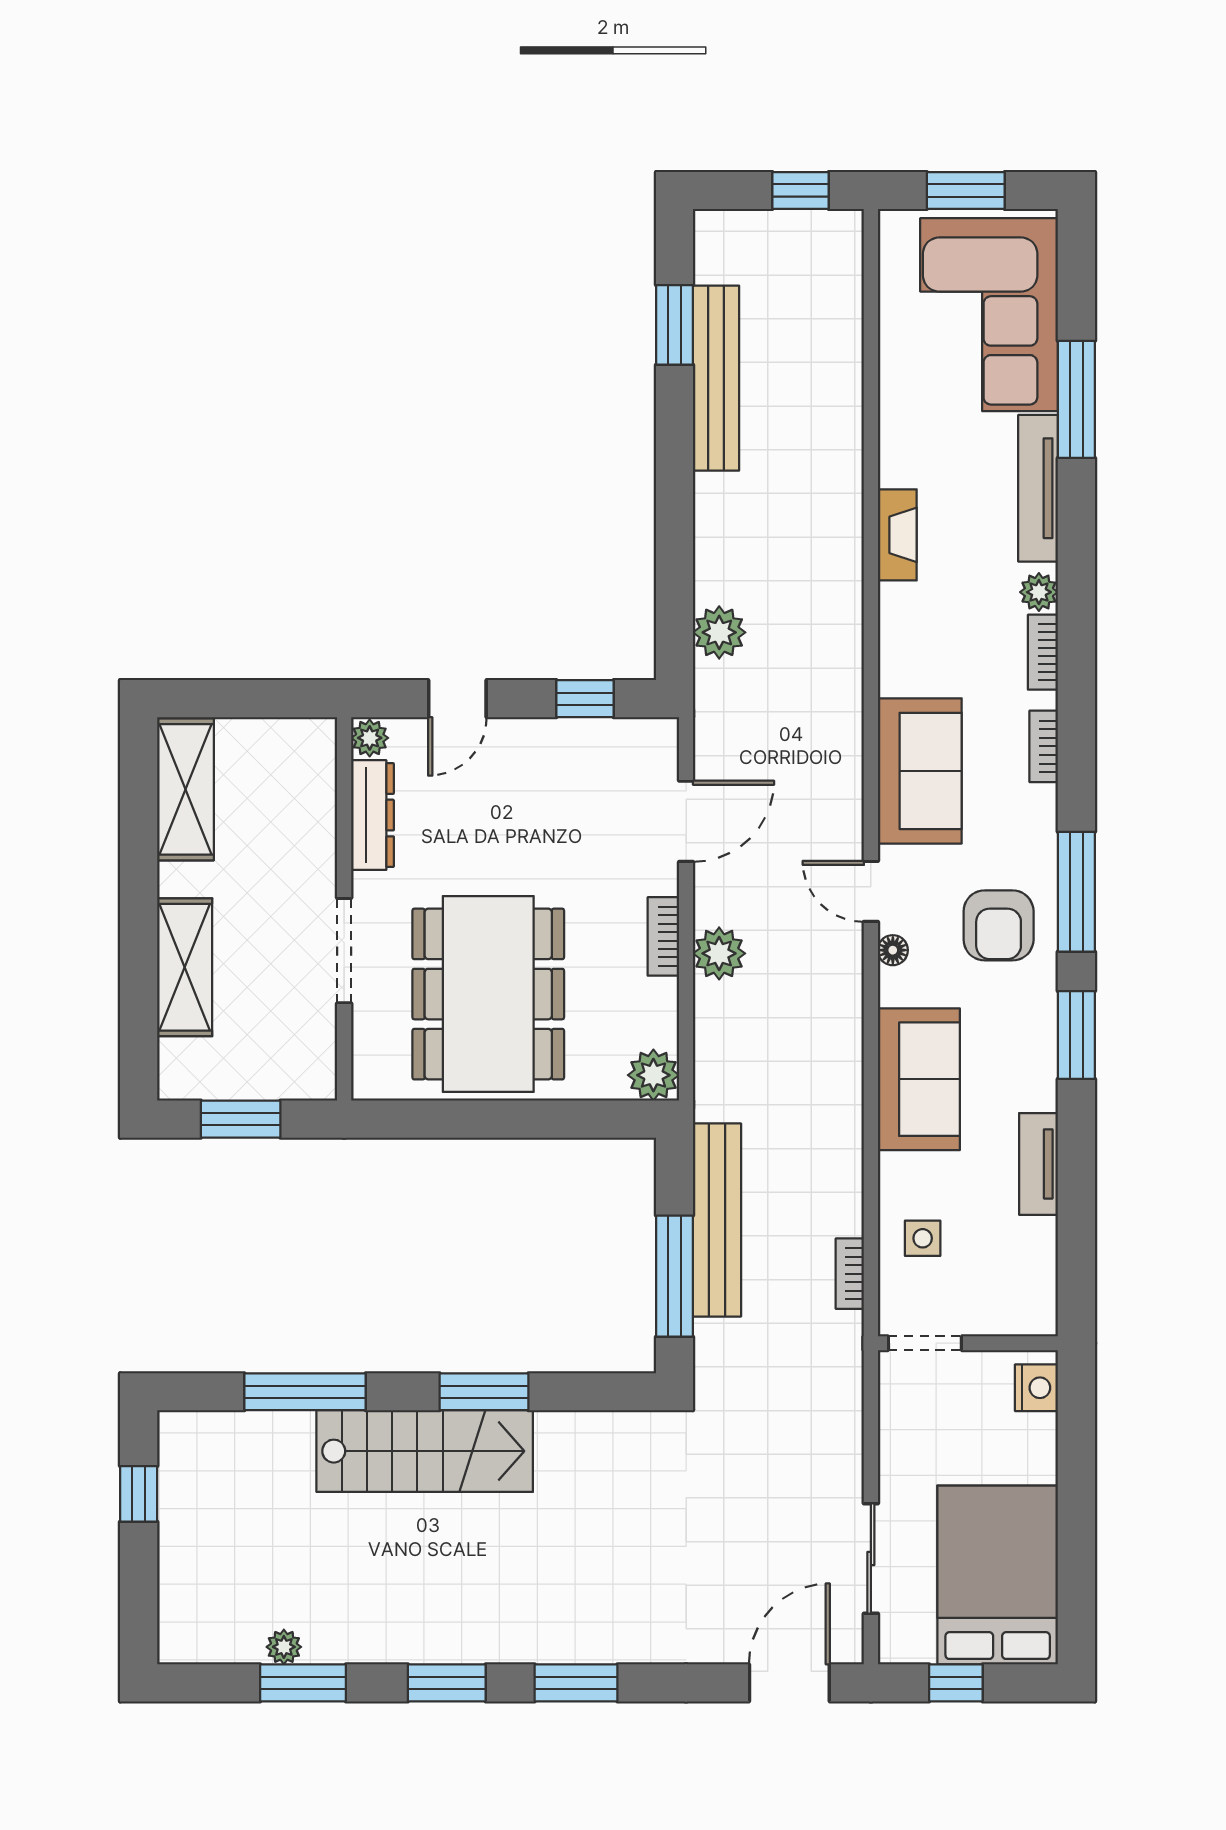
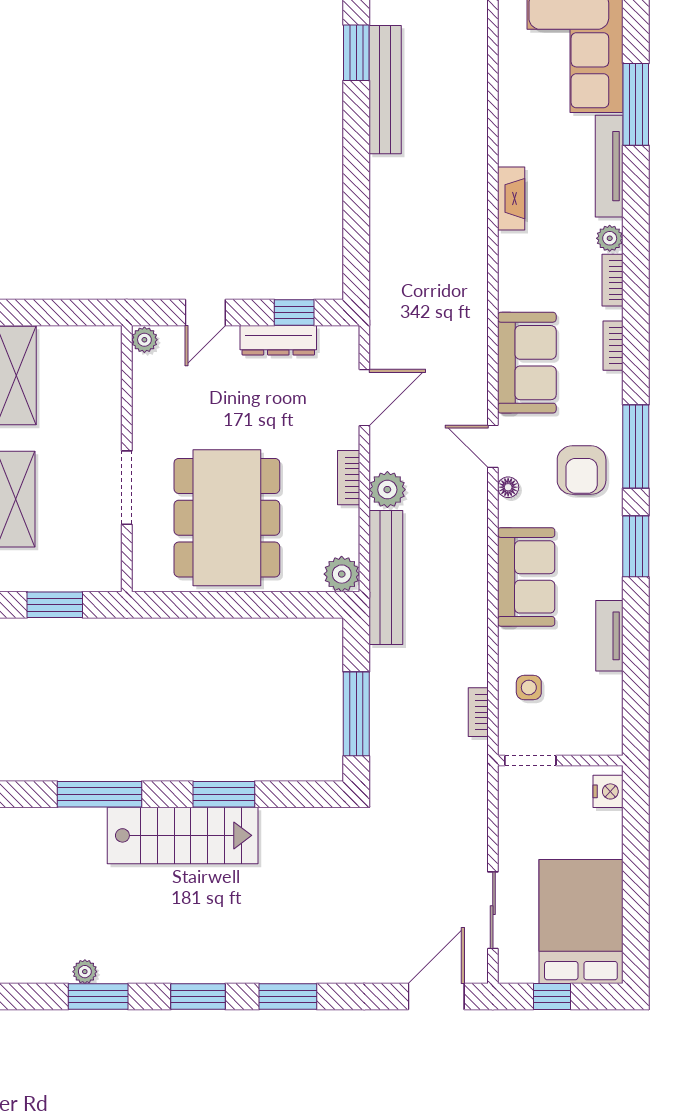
plant: (719, 632) -> (387, 266), removed
dresser: (373, 815) -> (278, 340), moved, turned 90
bench: (717, 1220) -> (386, 577), moved

